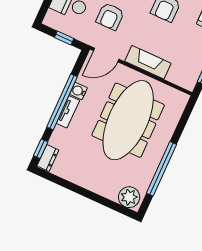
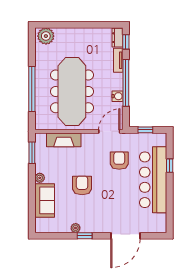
fireplace: (148, 62) -> (64, 140), moved
tv unit: (68, 112) -> (118, 60), moved
window: (161, 169) -> (32, 89), moved

